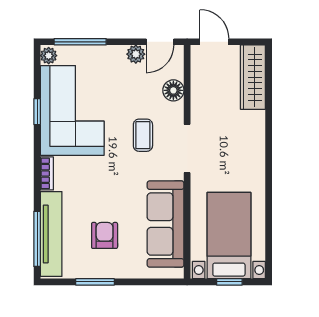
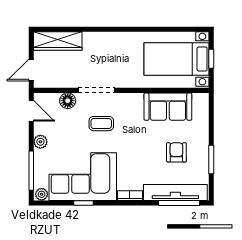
plant: (136, 54) -> (40, 142), moved
doorway: (187, 148) -> (97, 90), moved
sofa: (166, 224) -> (168, 107), width x0.73
armchair: (105, 235) -> (176, 152), turned 90

